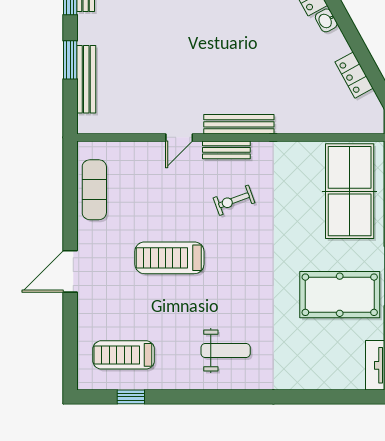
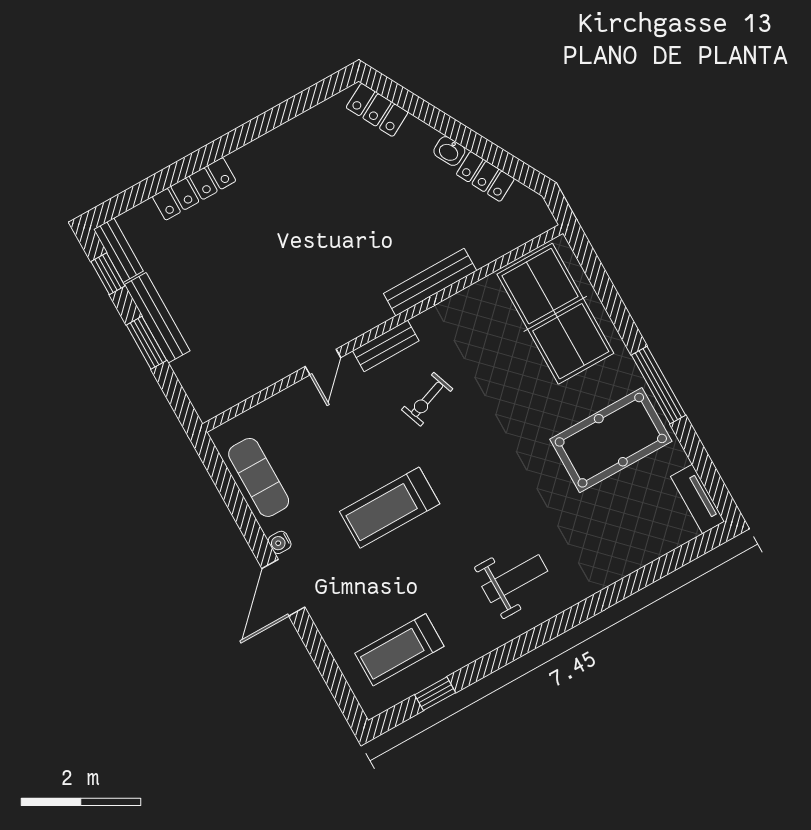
washbasin: (326, 20) -> (449, 151), moved
bench: (86, 79) -> (157, 318), moved
bench: (239, 124) -> (430, 282), moved
water cooler: (84, 240) -> (280, 542), added

